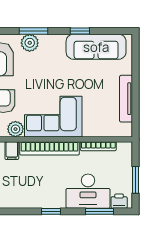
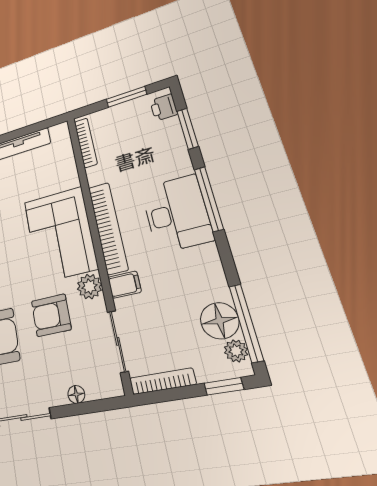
bookcase: (98, 146) -> (86, 143), moved
desk: (88, 191) -> (176, 214), moved
window: (51, 211) -> (209, 199), width x2.17

